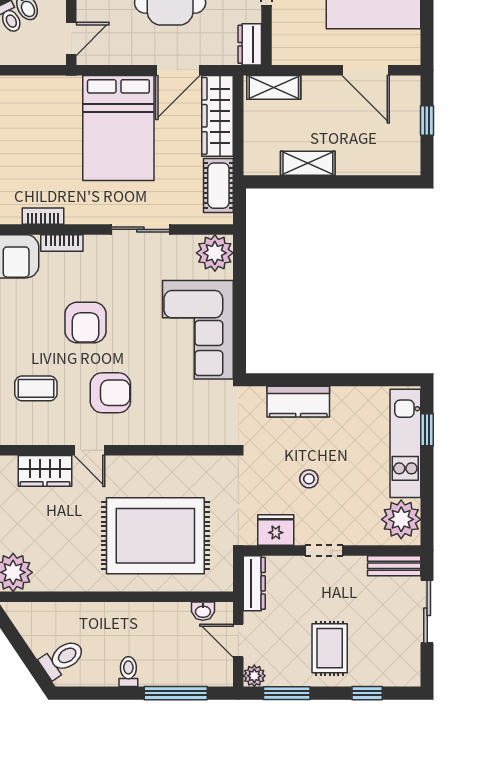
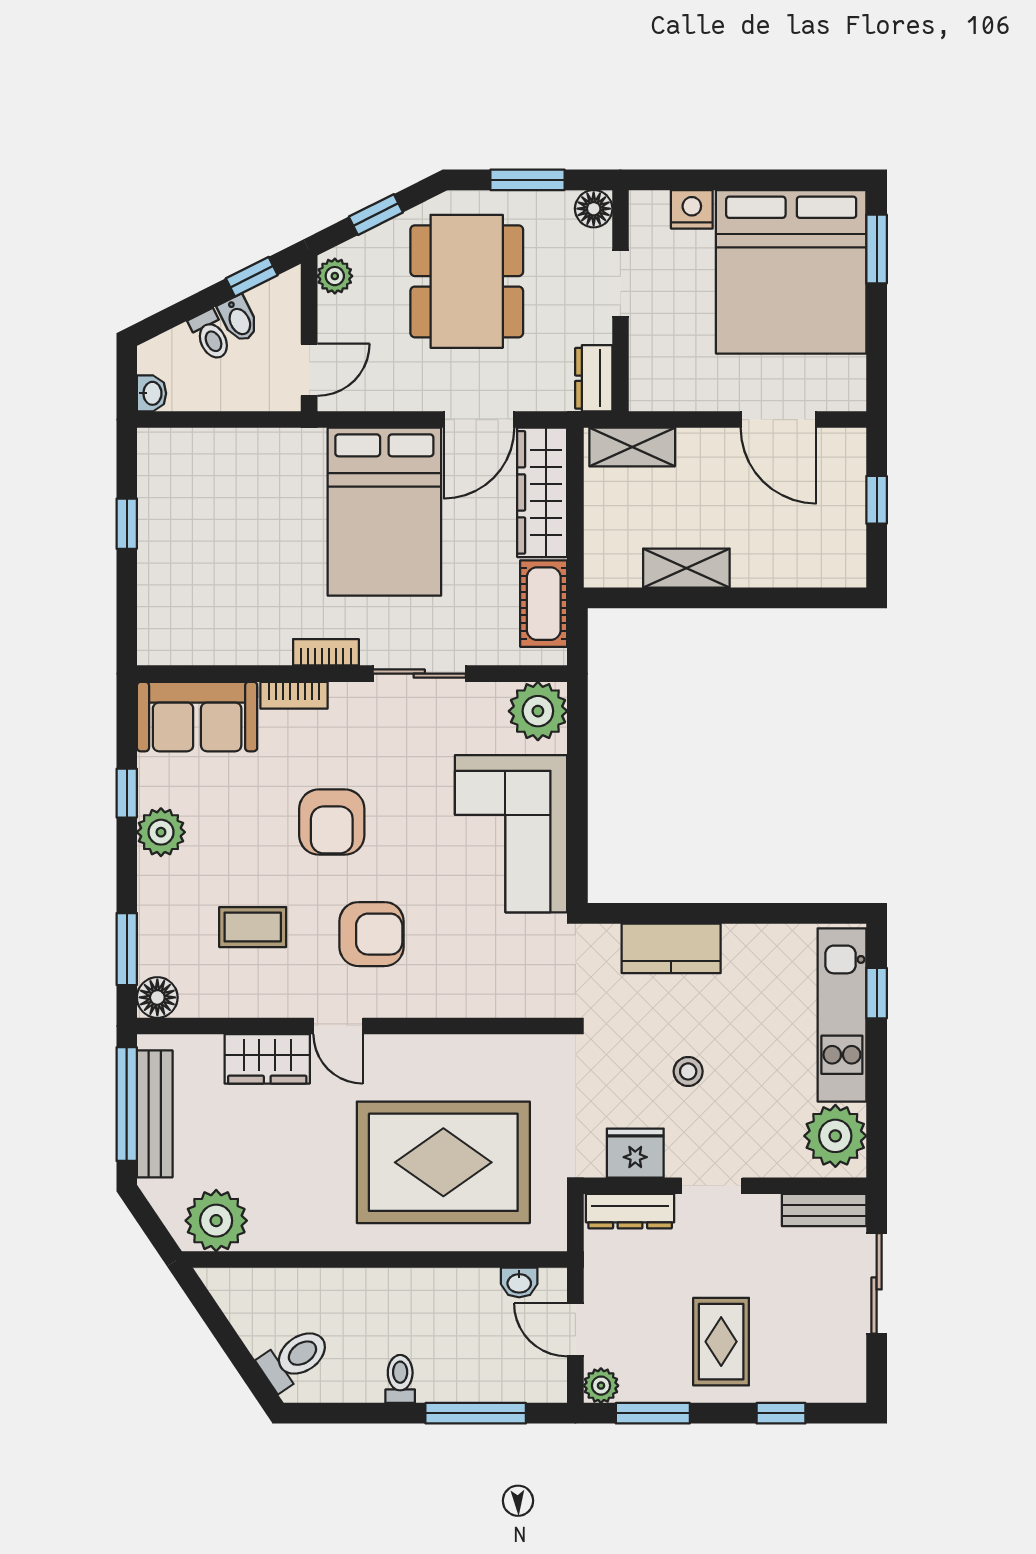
bookcase: (43, 216) -> (326, 652), moved
dresser: (254, 583) -> (630, 1211), moved, turned 90

